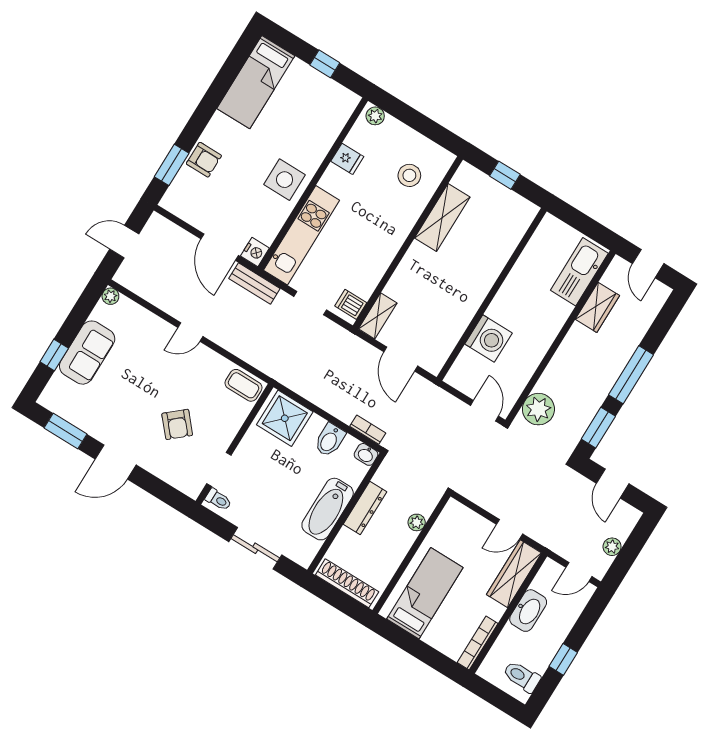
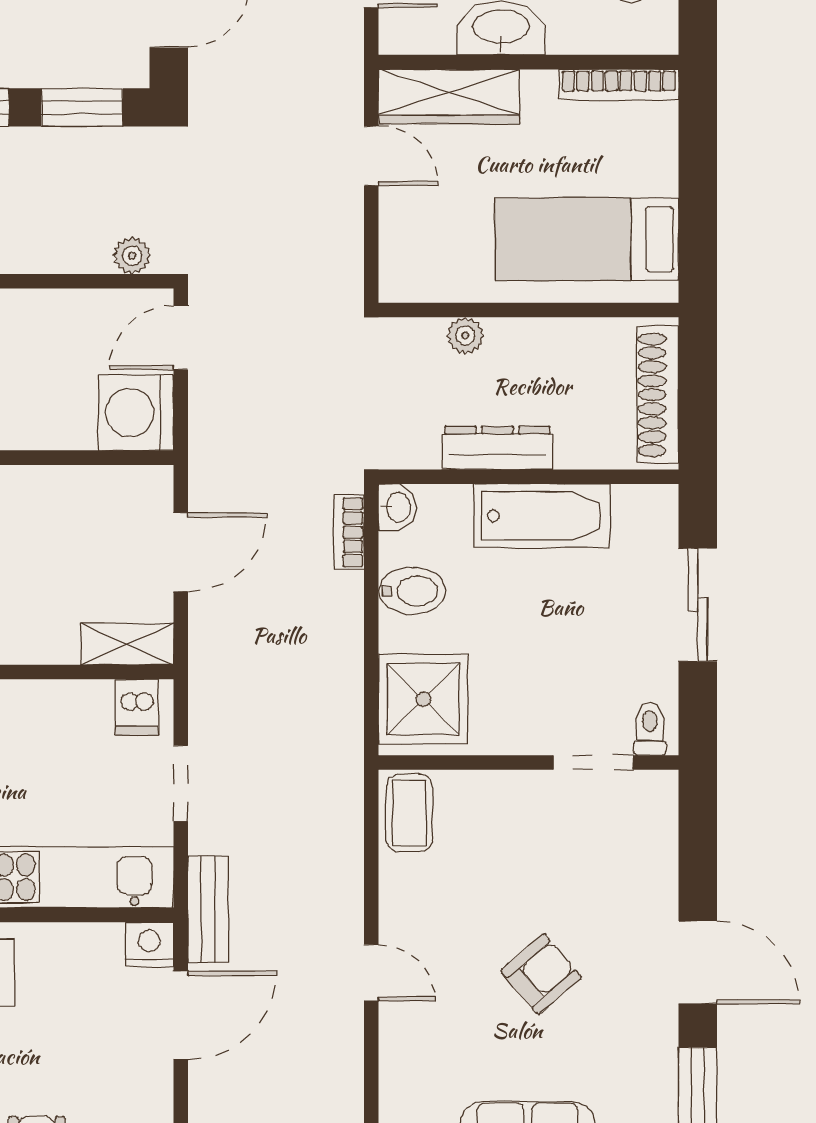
washing machine: (489, 338) -> (136, 413), moved, turned -90
plant: (538, 409) -> (132, 256), width x0.53, depth x0.53
armchair: (177, 424) -> (541, 974), moved

